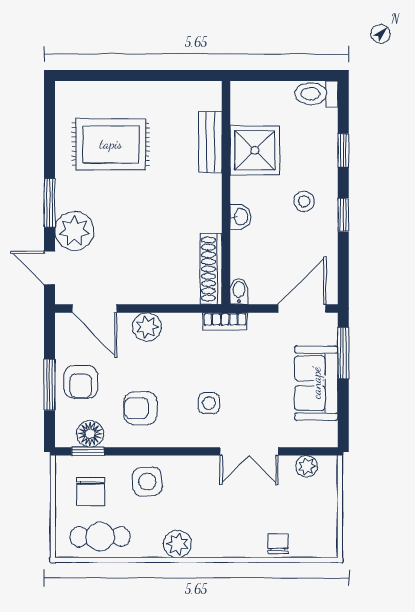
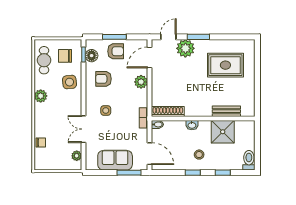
rug: (111, 144) -> (225, 65), turned 90
armchair: (81, 382) -> (116, 51), turned 180
armchair: (140, 408) -> (103, 79), turned -90

